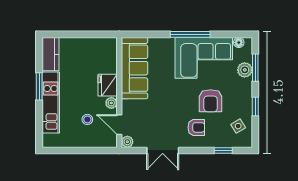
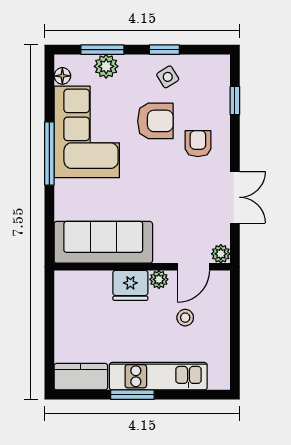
side table: (238, 126) -> (168, 77), moved

